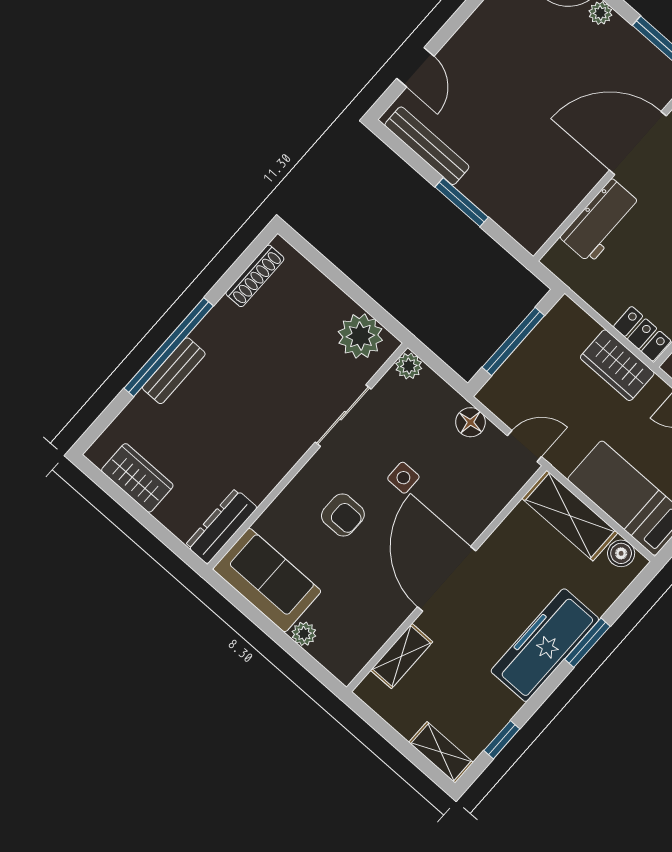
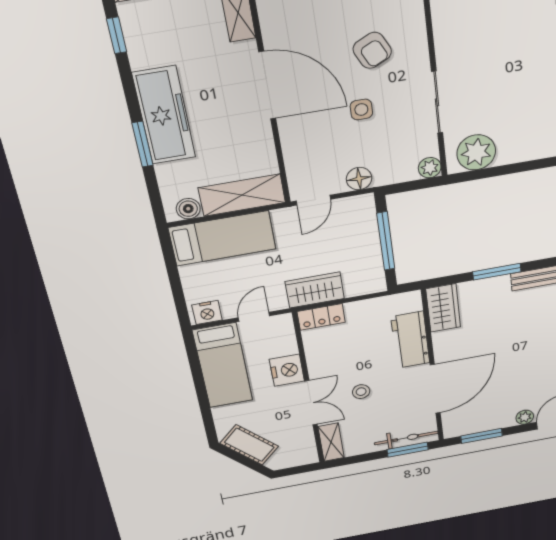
wardrobe: (541, 220) -> (443, 308), added
armchair: (343, 515) -> (372, 50), turned -116

